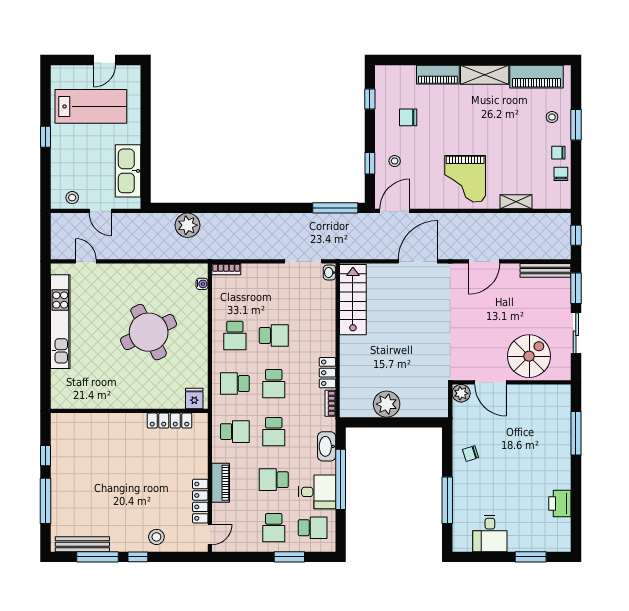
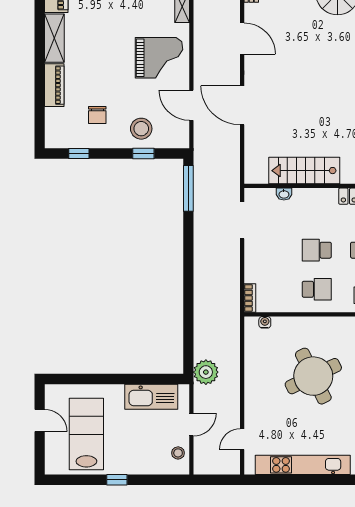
stool: (395, 161) -> (141, 129), width x1.89, depth x1.89
door: (395, 211) -> (191, 105), moved
plant: (188, 225) -> (206, 372), moved
washbasin: (330, 273) -> (284, 194), moved
stairs: (353, 300) -> (304, 171), moved
school desk: (274, 335) -> (317, 250), turned -90

